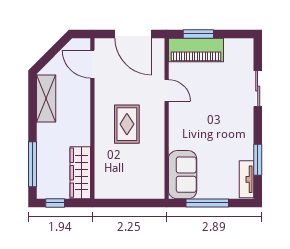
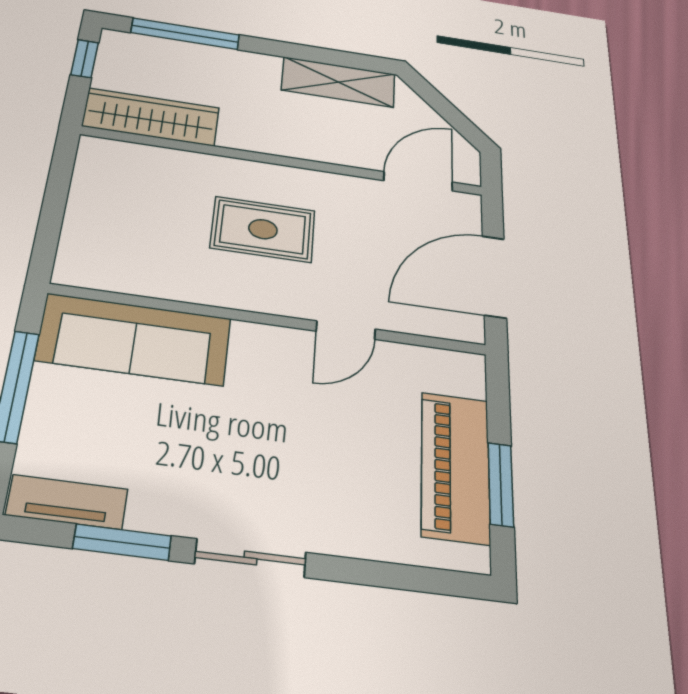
window: (198, 34) -> (501, 484), moved
piano: (196, 50) -> (455, 467), moved
sliding door: (258, 89) -> (250, 558), moved
sofa: (183, 175) -> (134, 339), width x1.36

